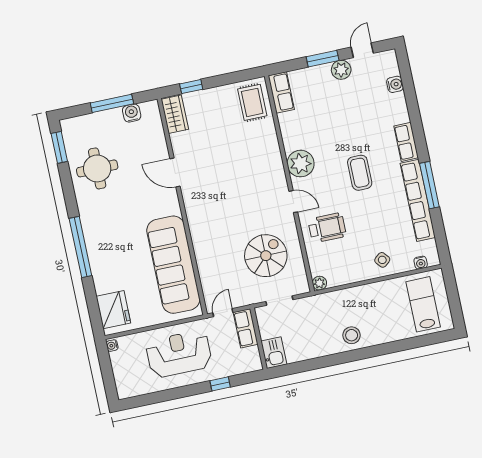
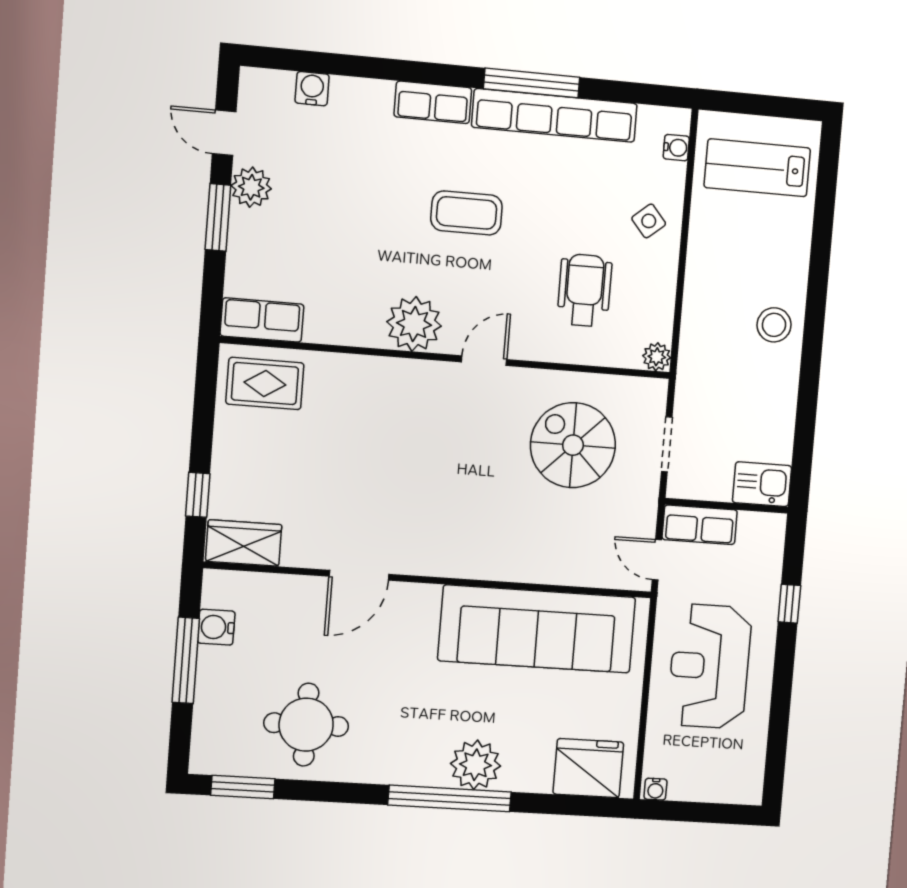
wheelchair: (327, 228) -> (584, 290), moved
plant: (100, 255) -> (476, 765), added

